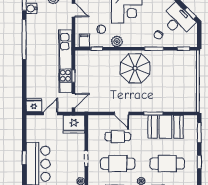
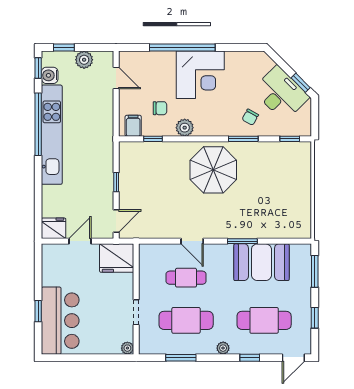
kitchen unit: (65, 61) -> (52, 135), moved, turned 180

